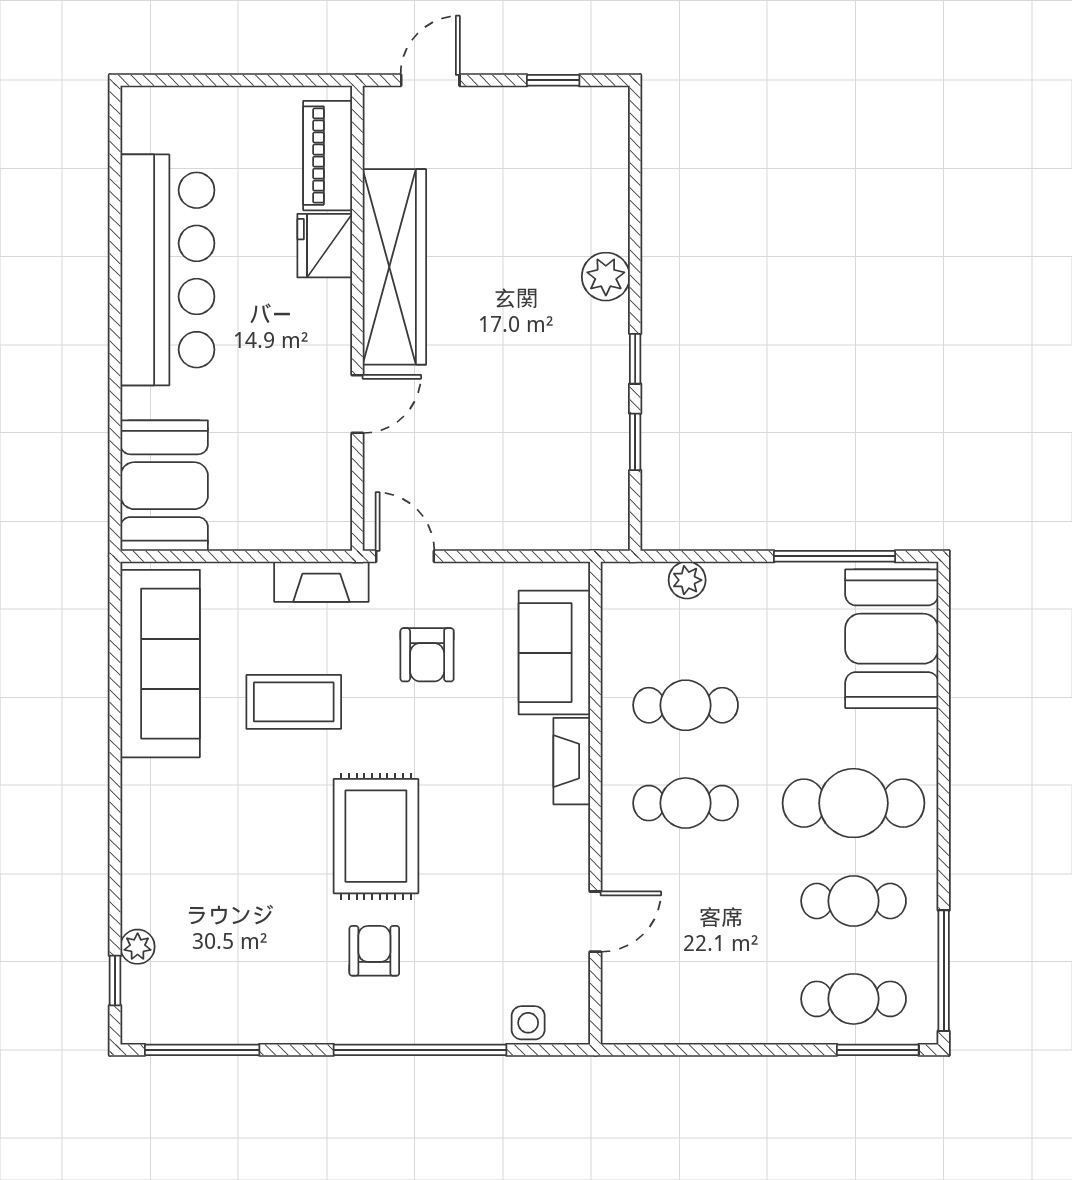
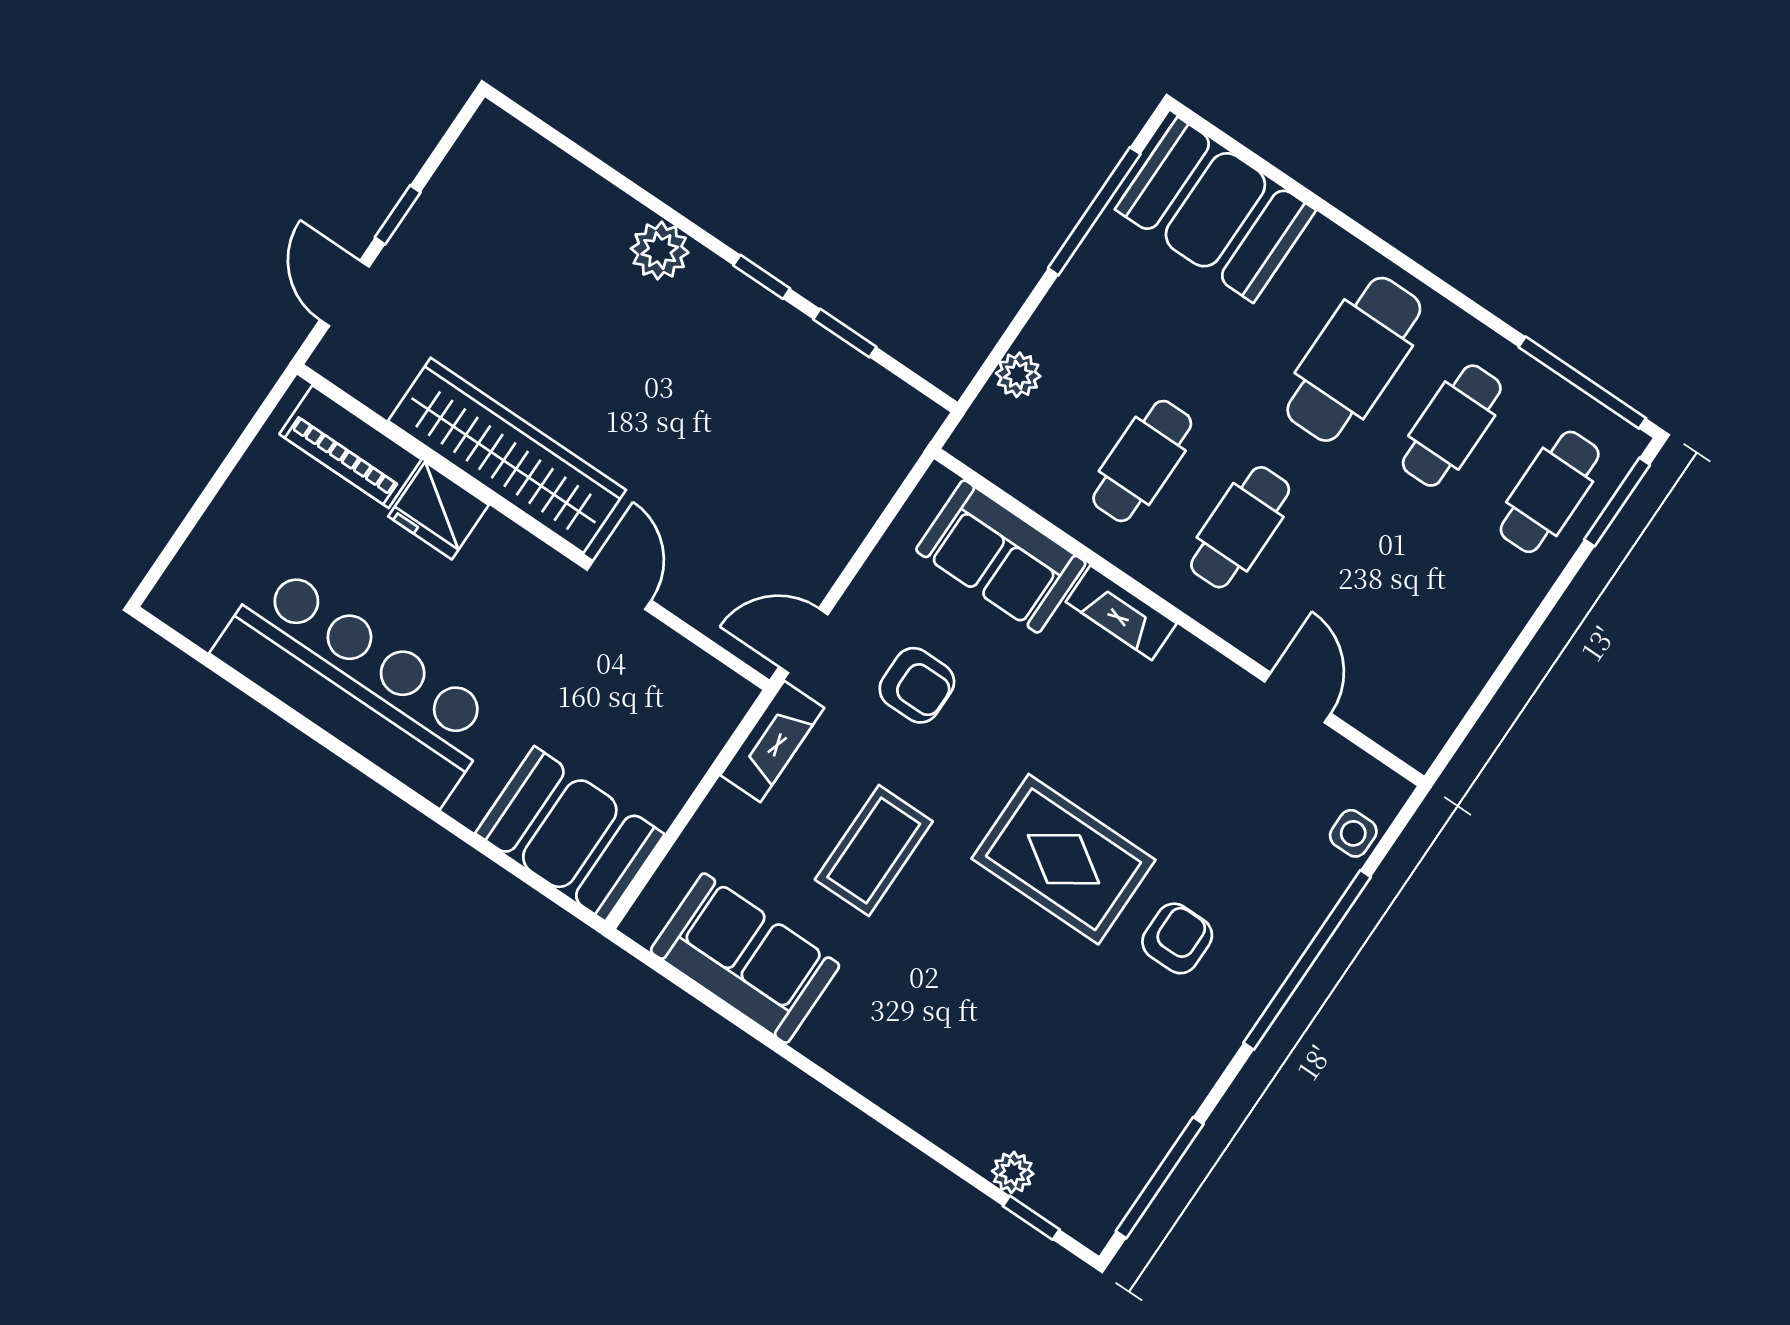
window: (553, 80) -> (398, 215), moved
sofa: (160, 664) -> (745, 958), width x0.73
armchair: (374, 951) -> (1177, 938), turned 90

